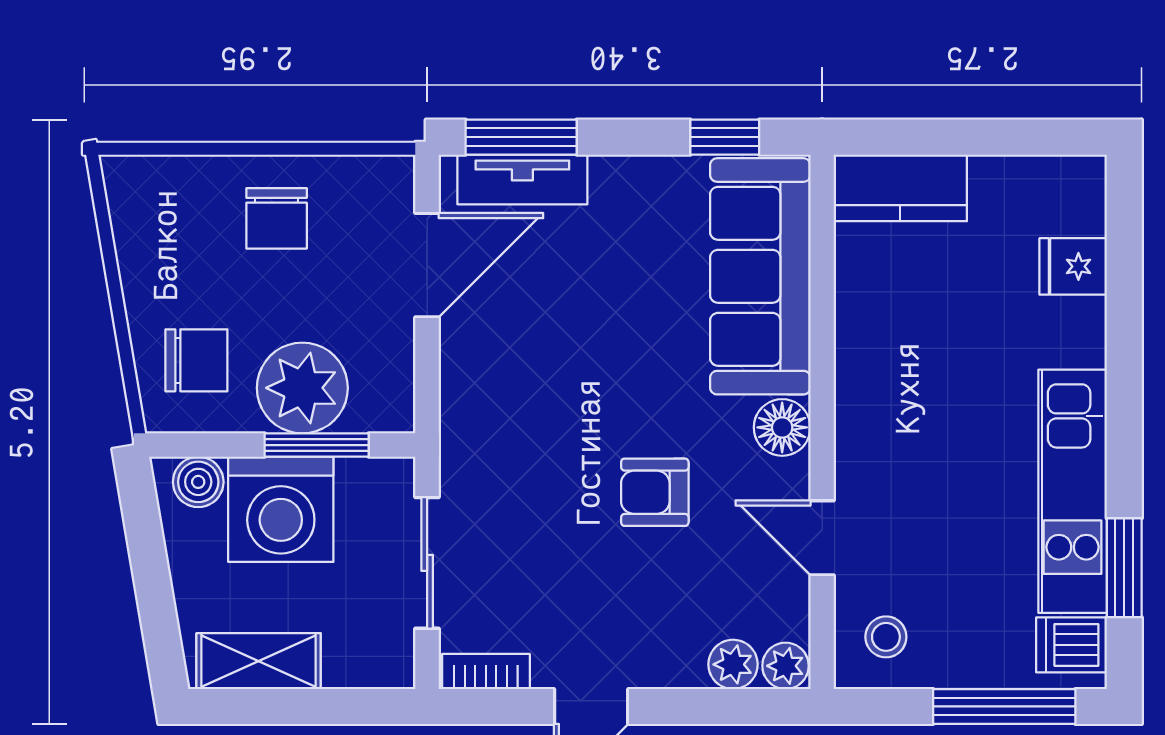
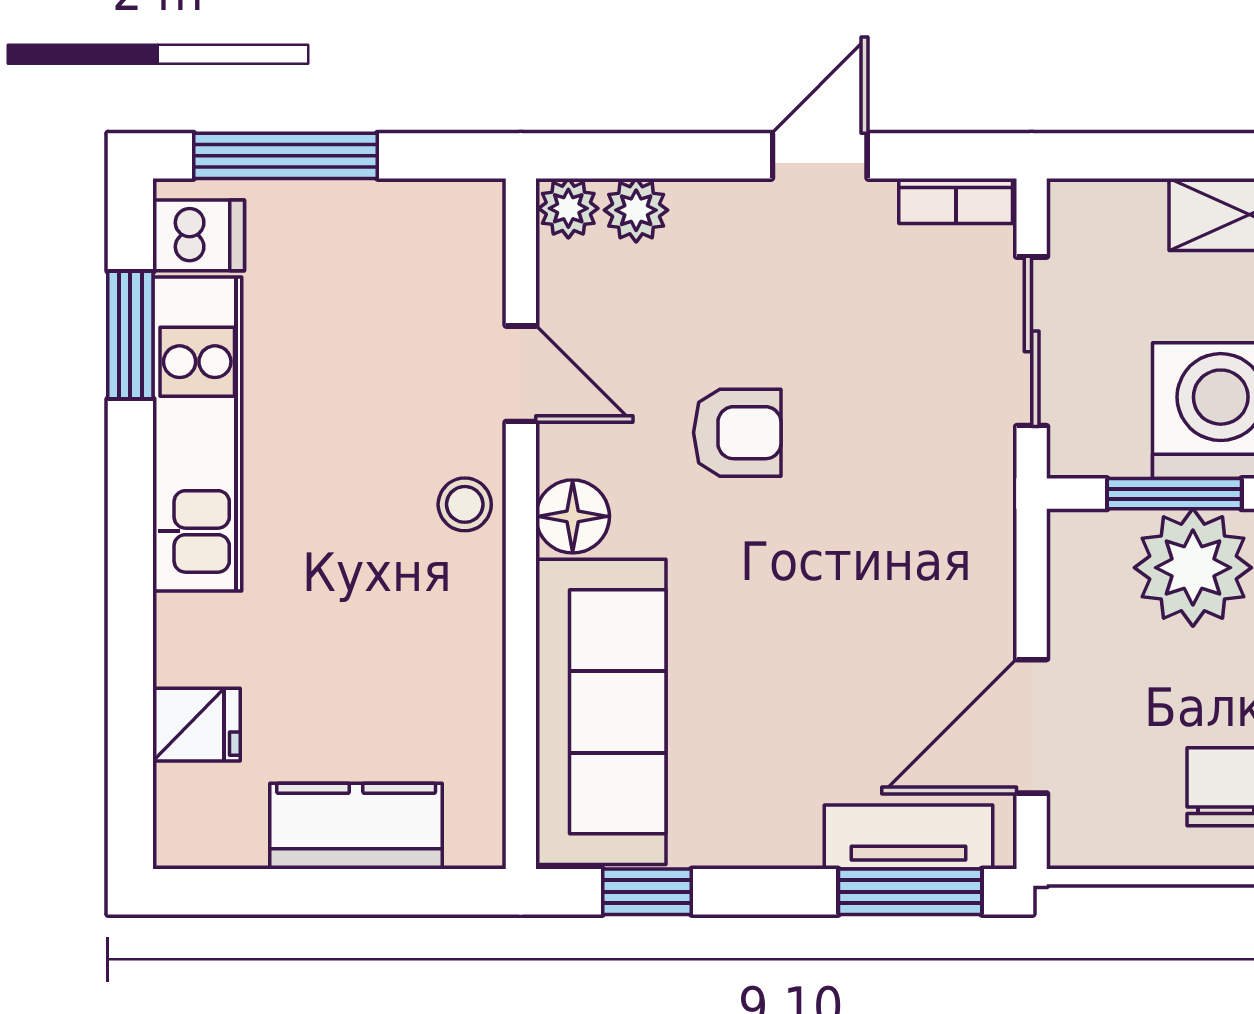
kitchen counter: (900, 188) -> (356, 826), moved
stool: (886, 637) -> (465, 504), moved

